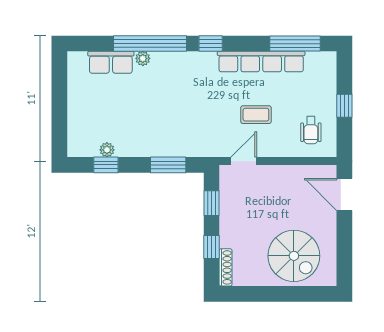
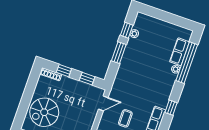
window: (150, 44) -> (187, 63), moved
door: (244, 161) -> (103, 103), hinge flipped
window: (168, 165) -> (119, 53), moved

